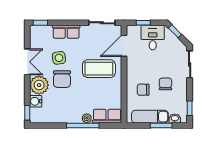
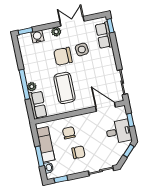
row of seats: (66, 32) -> (104, 35), moved
double door: (27, 62) -> (72, 21), swing flipped
coffee table: (99, 69) -> (64, 88), moved
plant: (39, 85) -> (56, 32), width x0.53, depth x0.53

